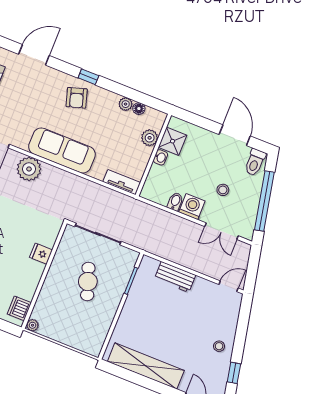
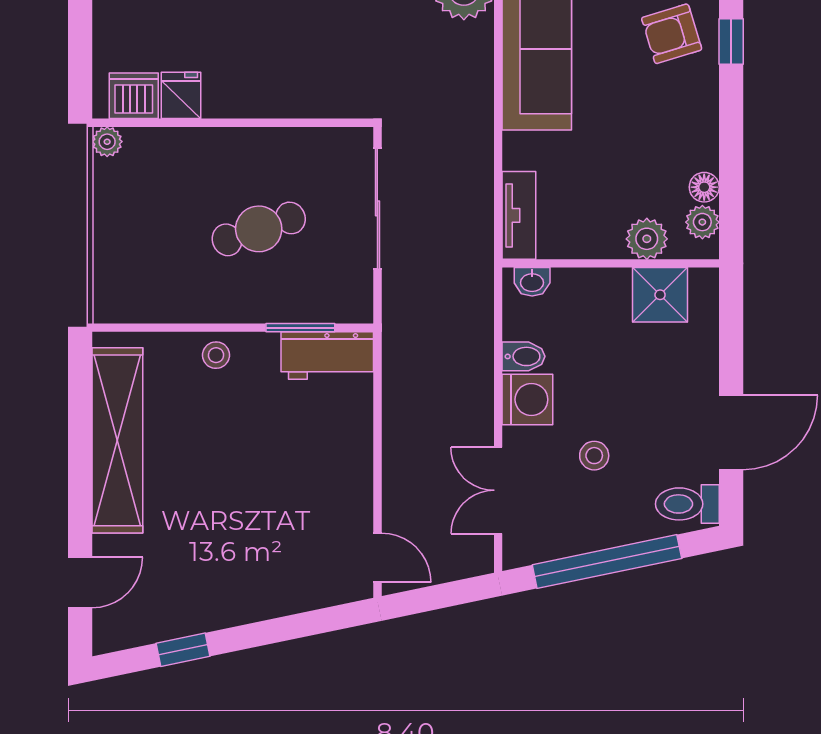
plant: (126, 104) -> (702, 222), moved
washbasin: (160, 157) -> (532, 282), moved
fridge: (41, 254) -> (181, 95), moved
workbench: (175, 277) -> (327, 356), moved, turned -90
stool: (219, 346) -> (216, 355), moved

